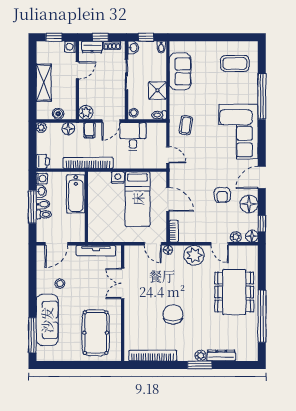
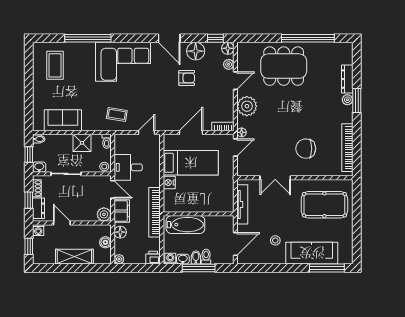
filing cabinet: (89, 130) -> (122, 211), width x2.00
door: (56, 244) -> (235, 244), hinge flipped
chair: (173, 314) -> (306, 149), moved

